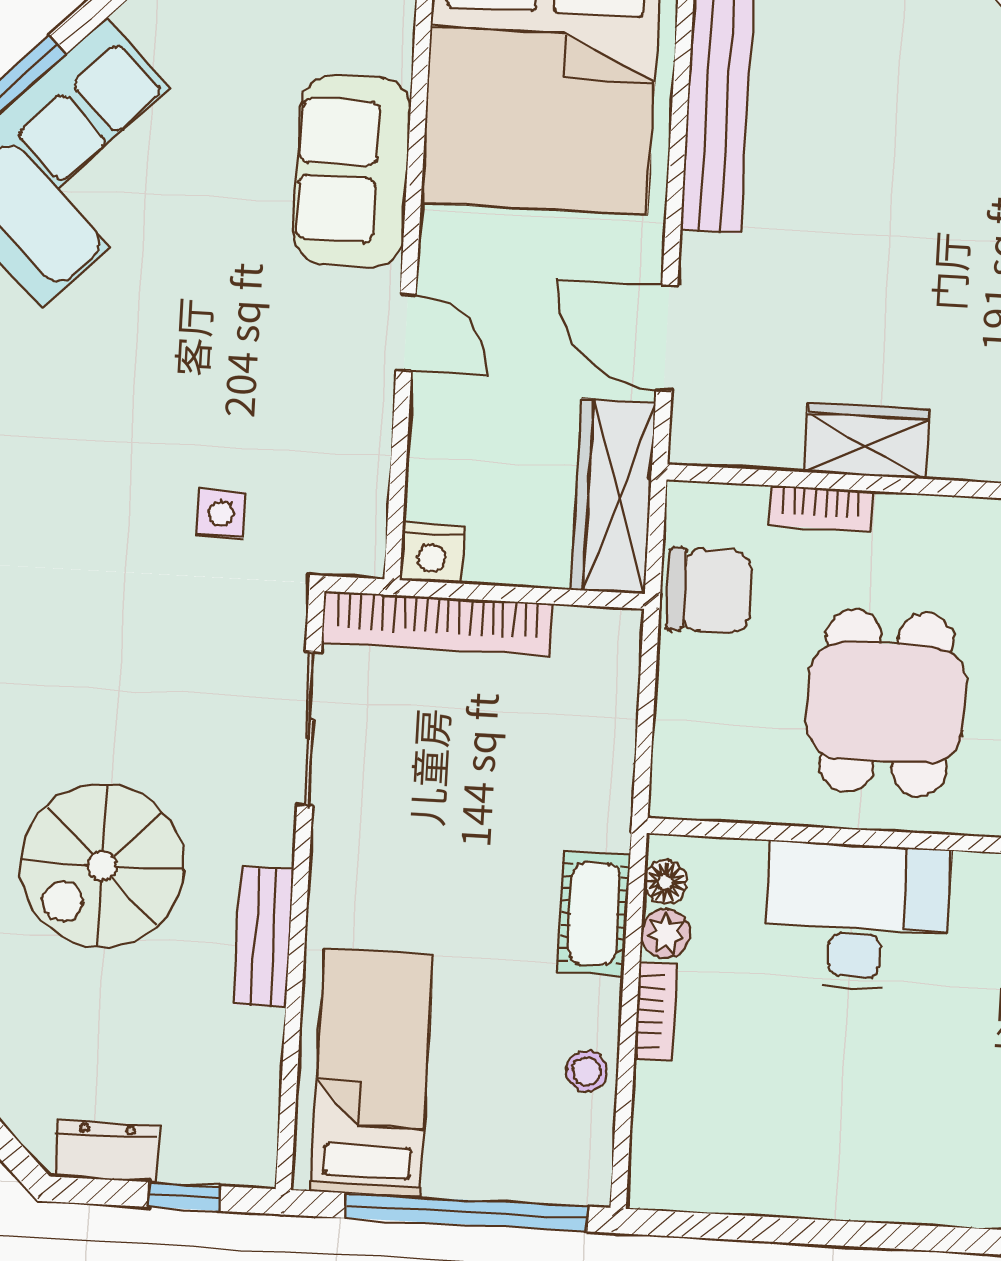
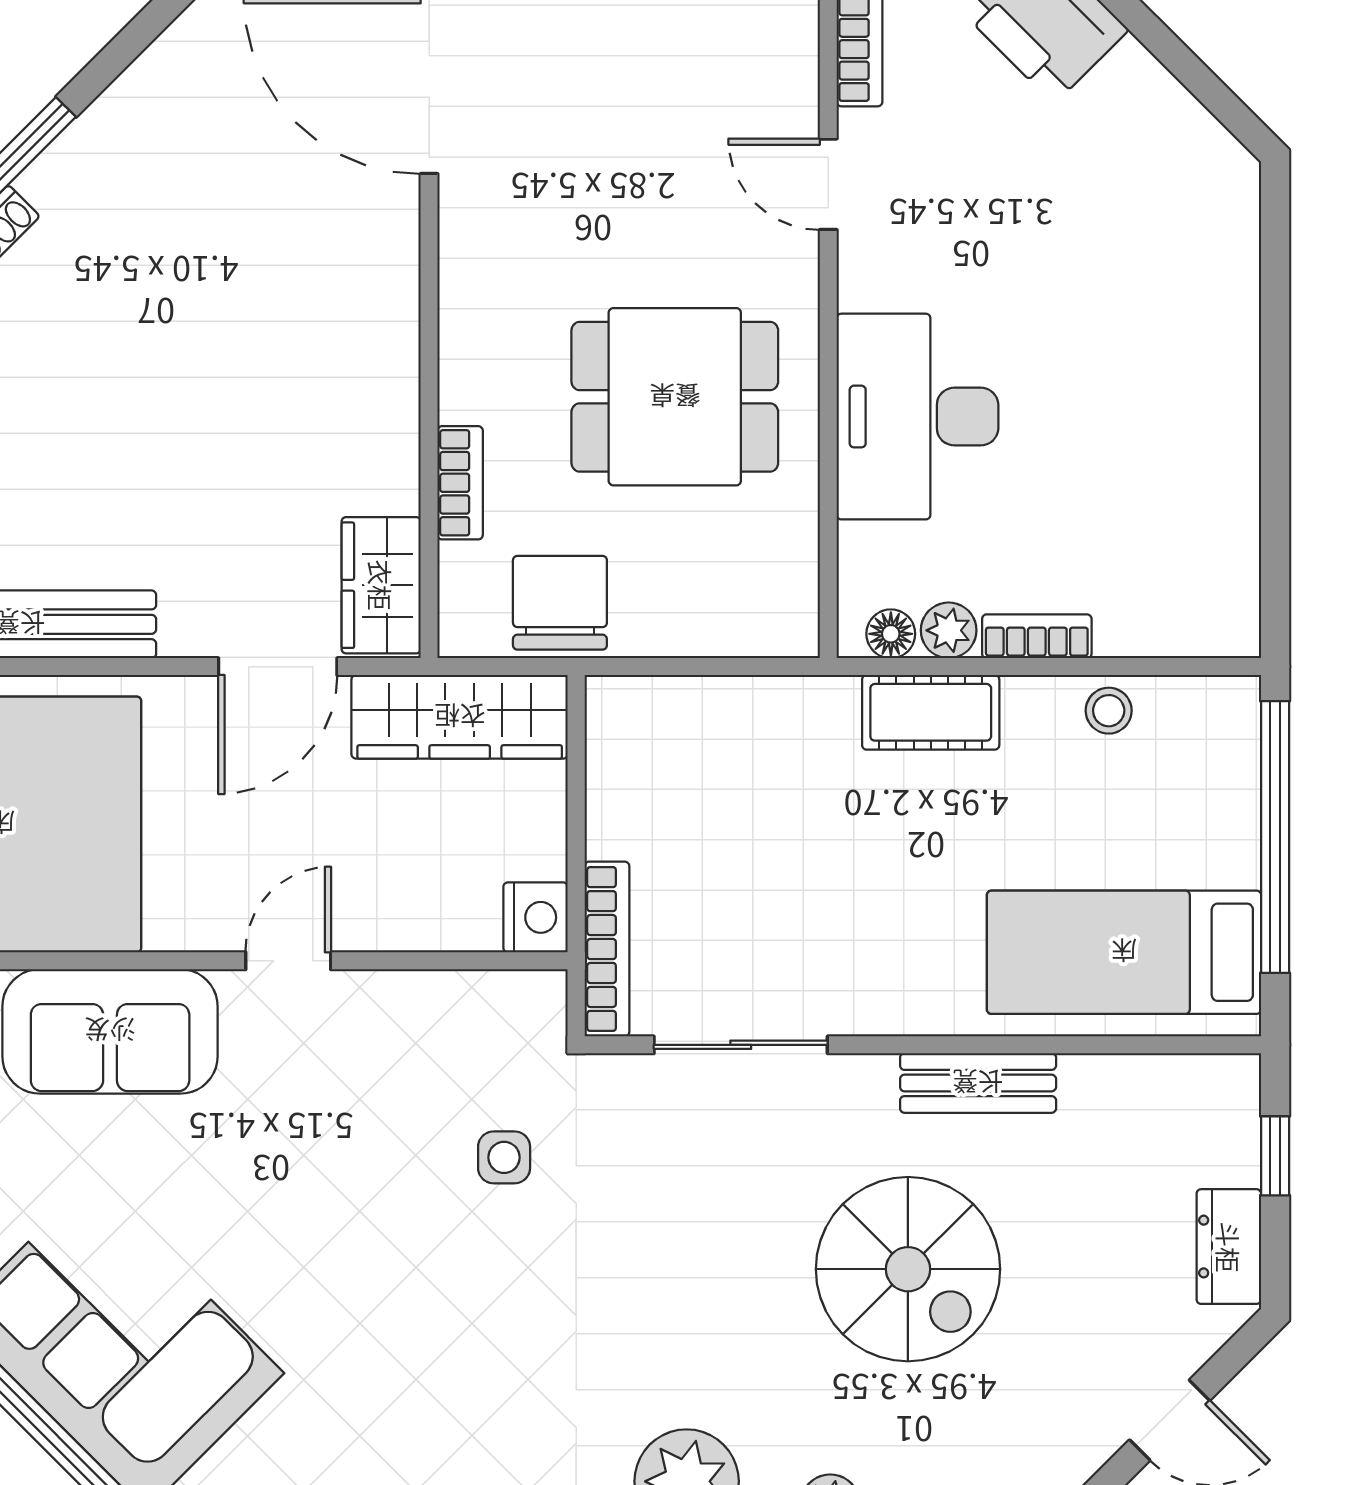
wardrobe: (867, 441) -> (381, 585), moved
bookcase: (437, 623) -> (607, 949), width x0.68, depth x0.76

